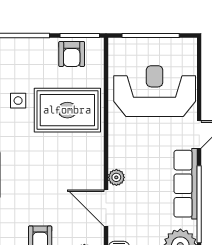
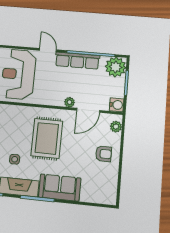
rug: (67, 110) -> (47, 138), moved

